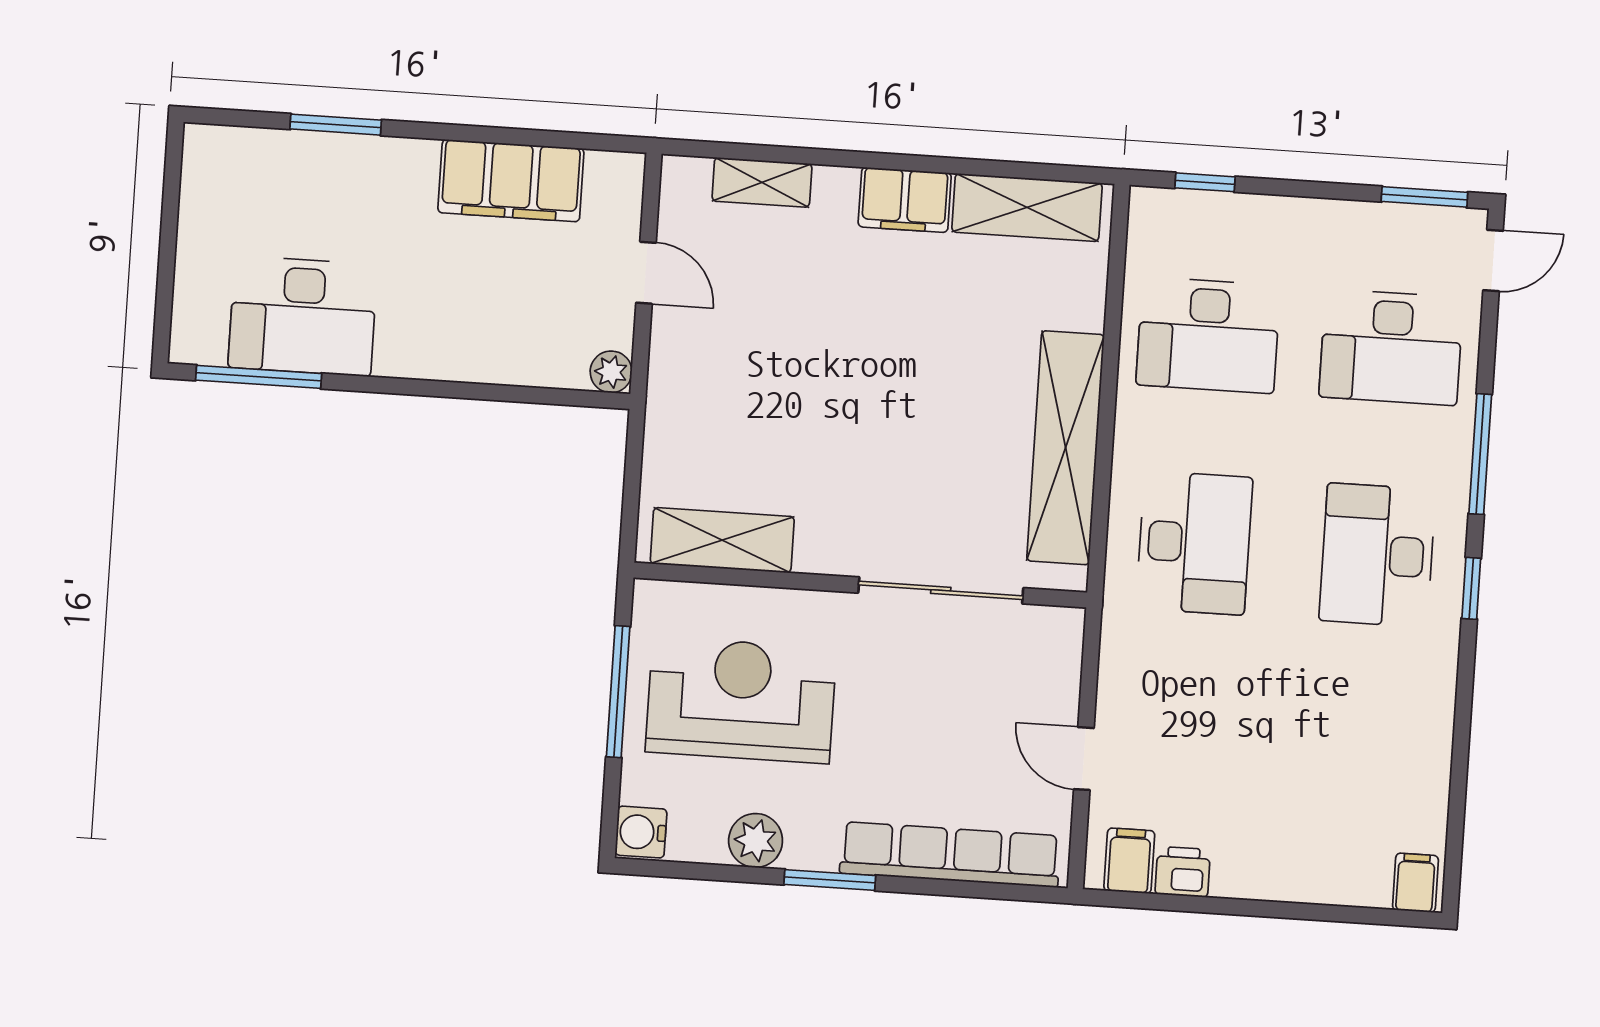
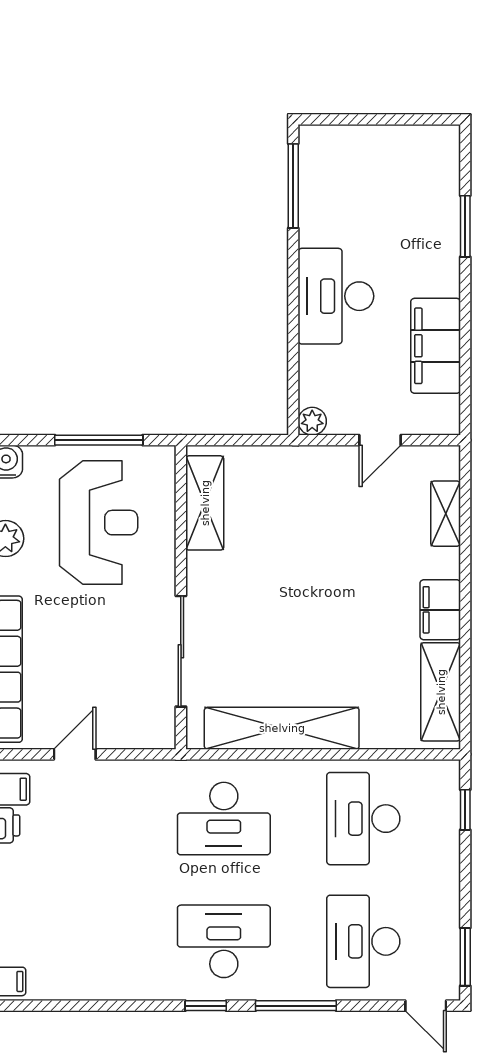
desk: (303, 316) -> (336, 296), moved

